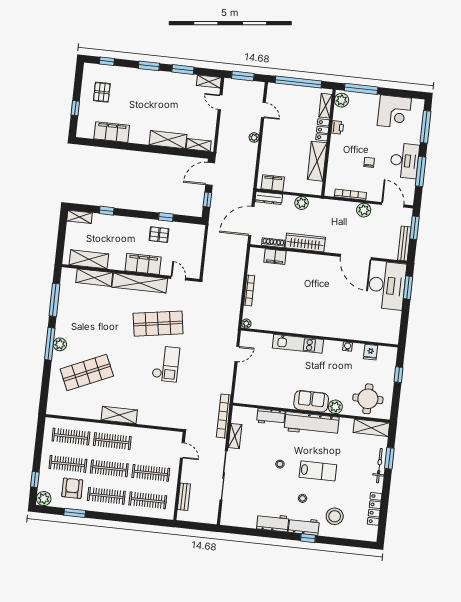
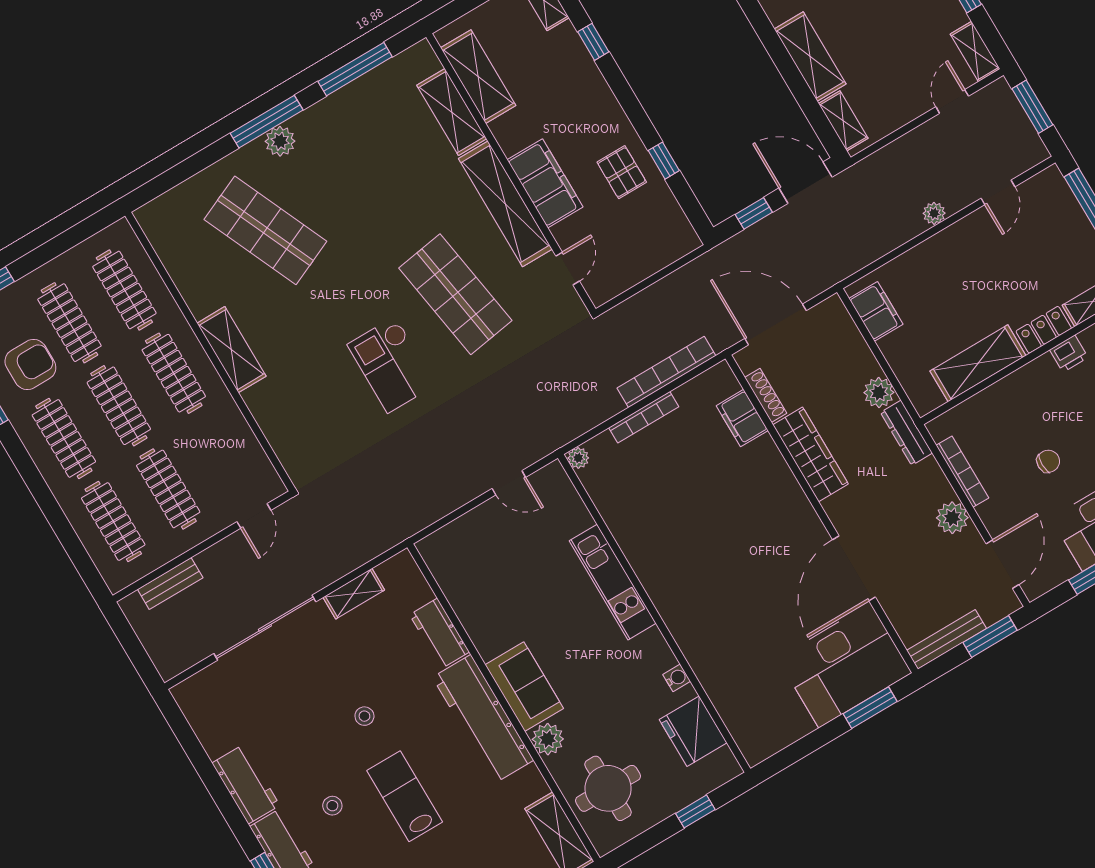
dresser: (269, 198) -> (906, 433), moved
fridge: (371, 352) -> (693, 731), width x1.88, depth x1.34
checkout: (166, 364) -> (391, 365), turned 90
bookcase: (224, 416) -> (666, 372), moved
lab bench: (318, 471) -> (405, 796), turned 180

